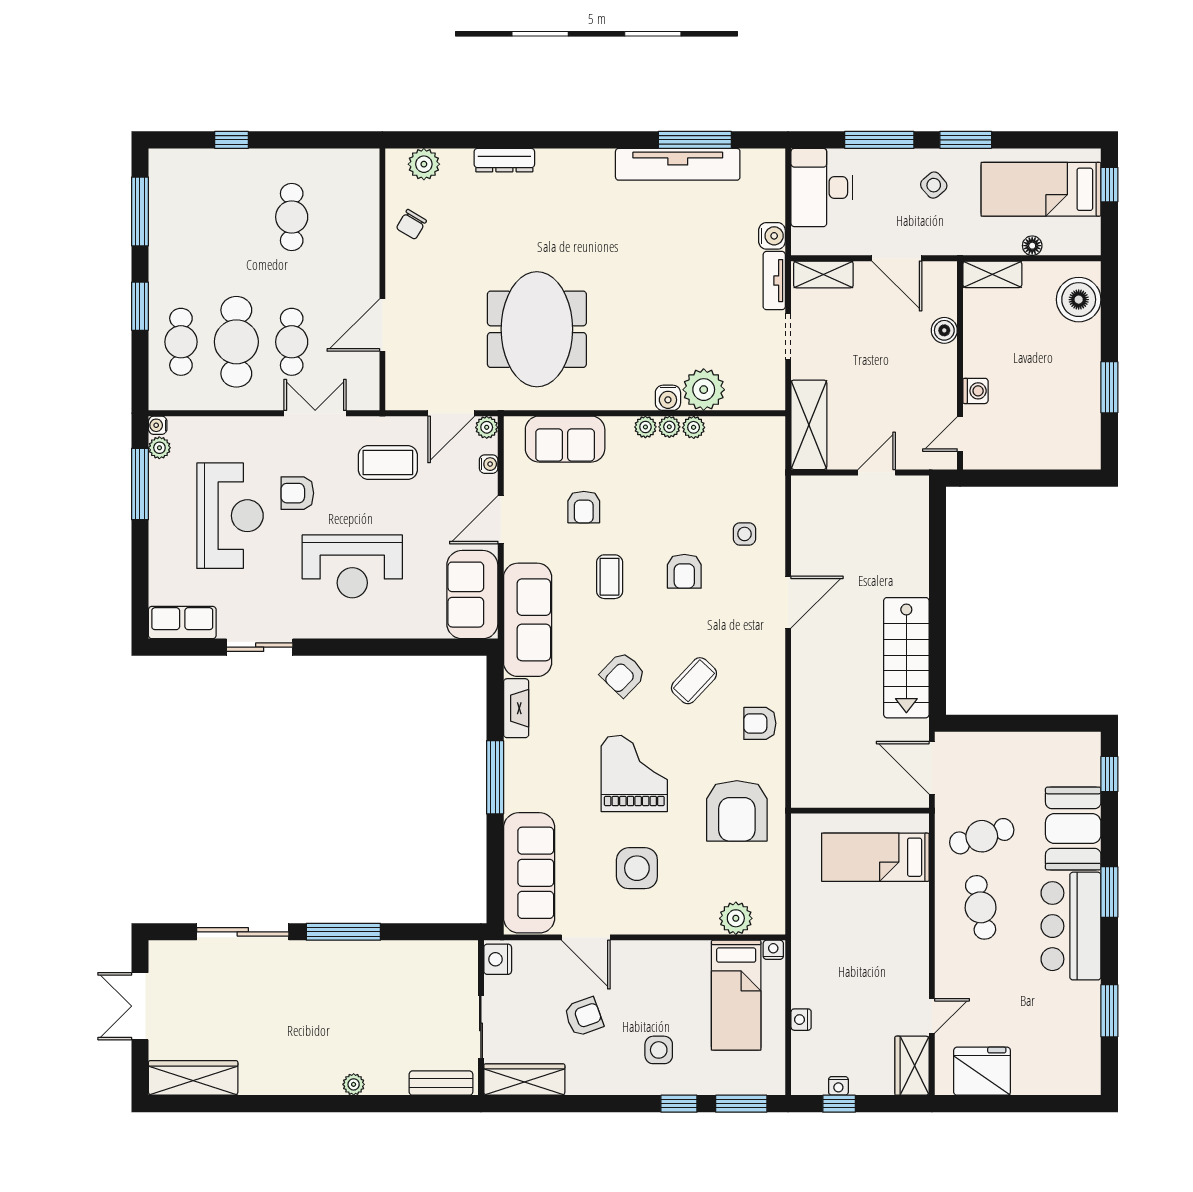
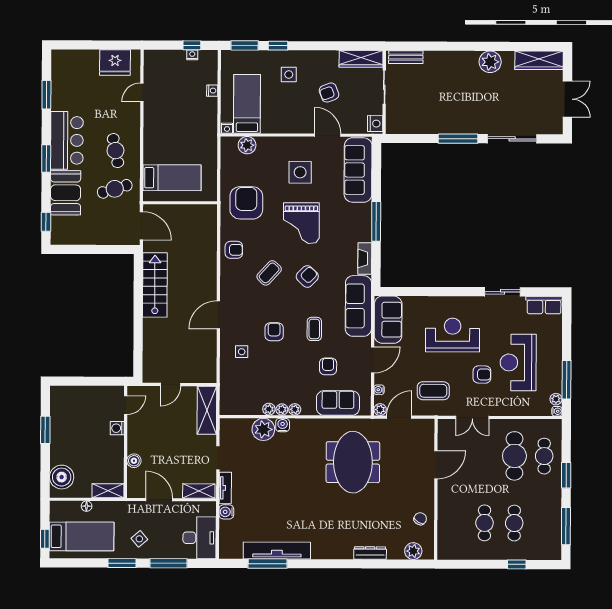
cafe table: (292, 342) -> (514, 523), moved
wardrobe: (912, 1066) -> (153, 66), removed
plant: (354, 1084) -> (490, 62), moved, width x1.87, depth x1.87

